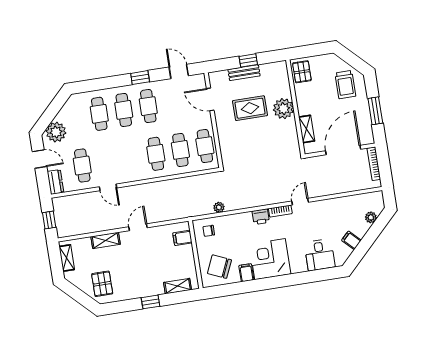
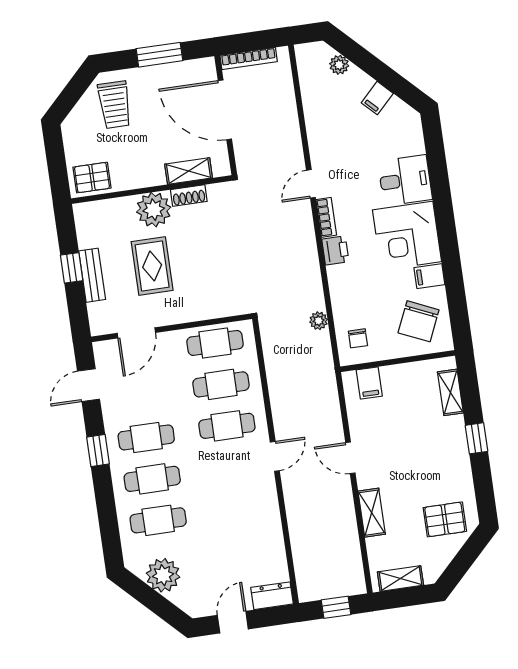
trolley: (345, 85) -> (115, 105), turned 90
shoe rack: (292, 129) -> (189, 196), added
plant: (56, 132) -> (163, 575), moved
cafe table: (82, 165) -> (245, 550), removed
door: (108, 187) -> (275, 456), moved
door: (300, 202) -> (311, 184), hinge flipped
desk: (320, 255) -> (405, 180), moved

